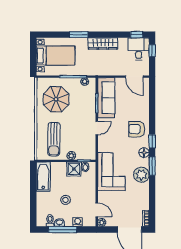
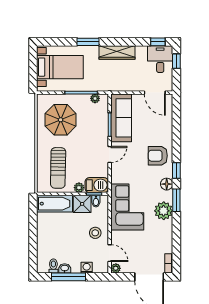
barbecue: (86, 153) -> (97, 185), added
bathtub: (43, 177) -> (55, 204), moved, turned 90
stool: (66, 200) -> (95, 233), moved

